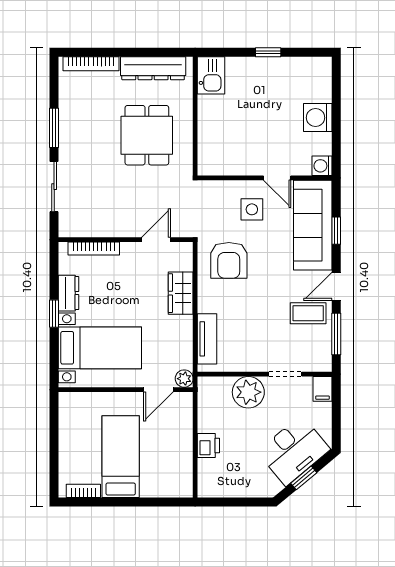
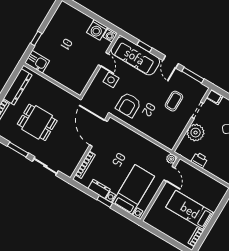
window: (268, 52) -> (36, 38), moved
washing machine: (318, 118) -> (97, 30), moved
dining table: (147, 135) -> (37, 122), moved
door: (277, 178) -> (103, 59), hinge flipped
door: (156, 240) -> (98, 133), width x1.88
armchair: (229, 260) -> (128, 105), turned 90
wardrobe: (181, 293) -> (130, 137), removed
coffee table: (308, 313) -> (174, 101), moved
tv unit: (207, 339) -> (159, 137), removed
printer: (208, 446) -> (199, 160), moved

